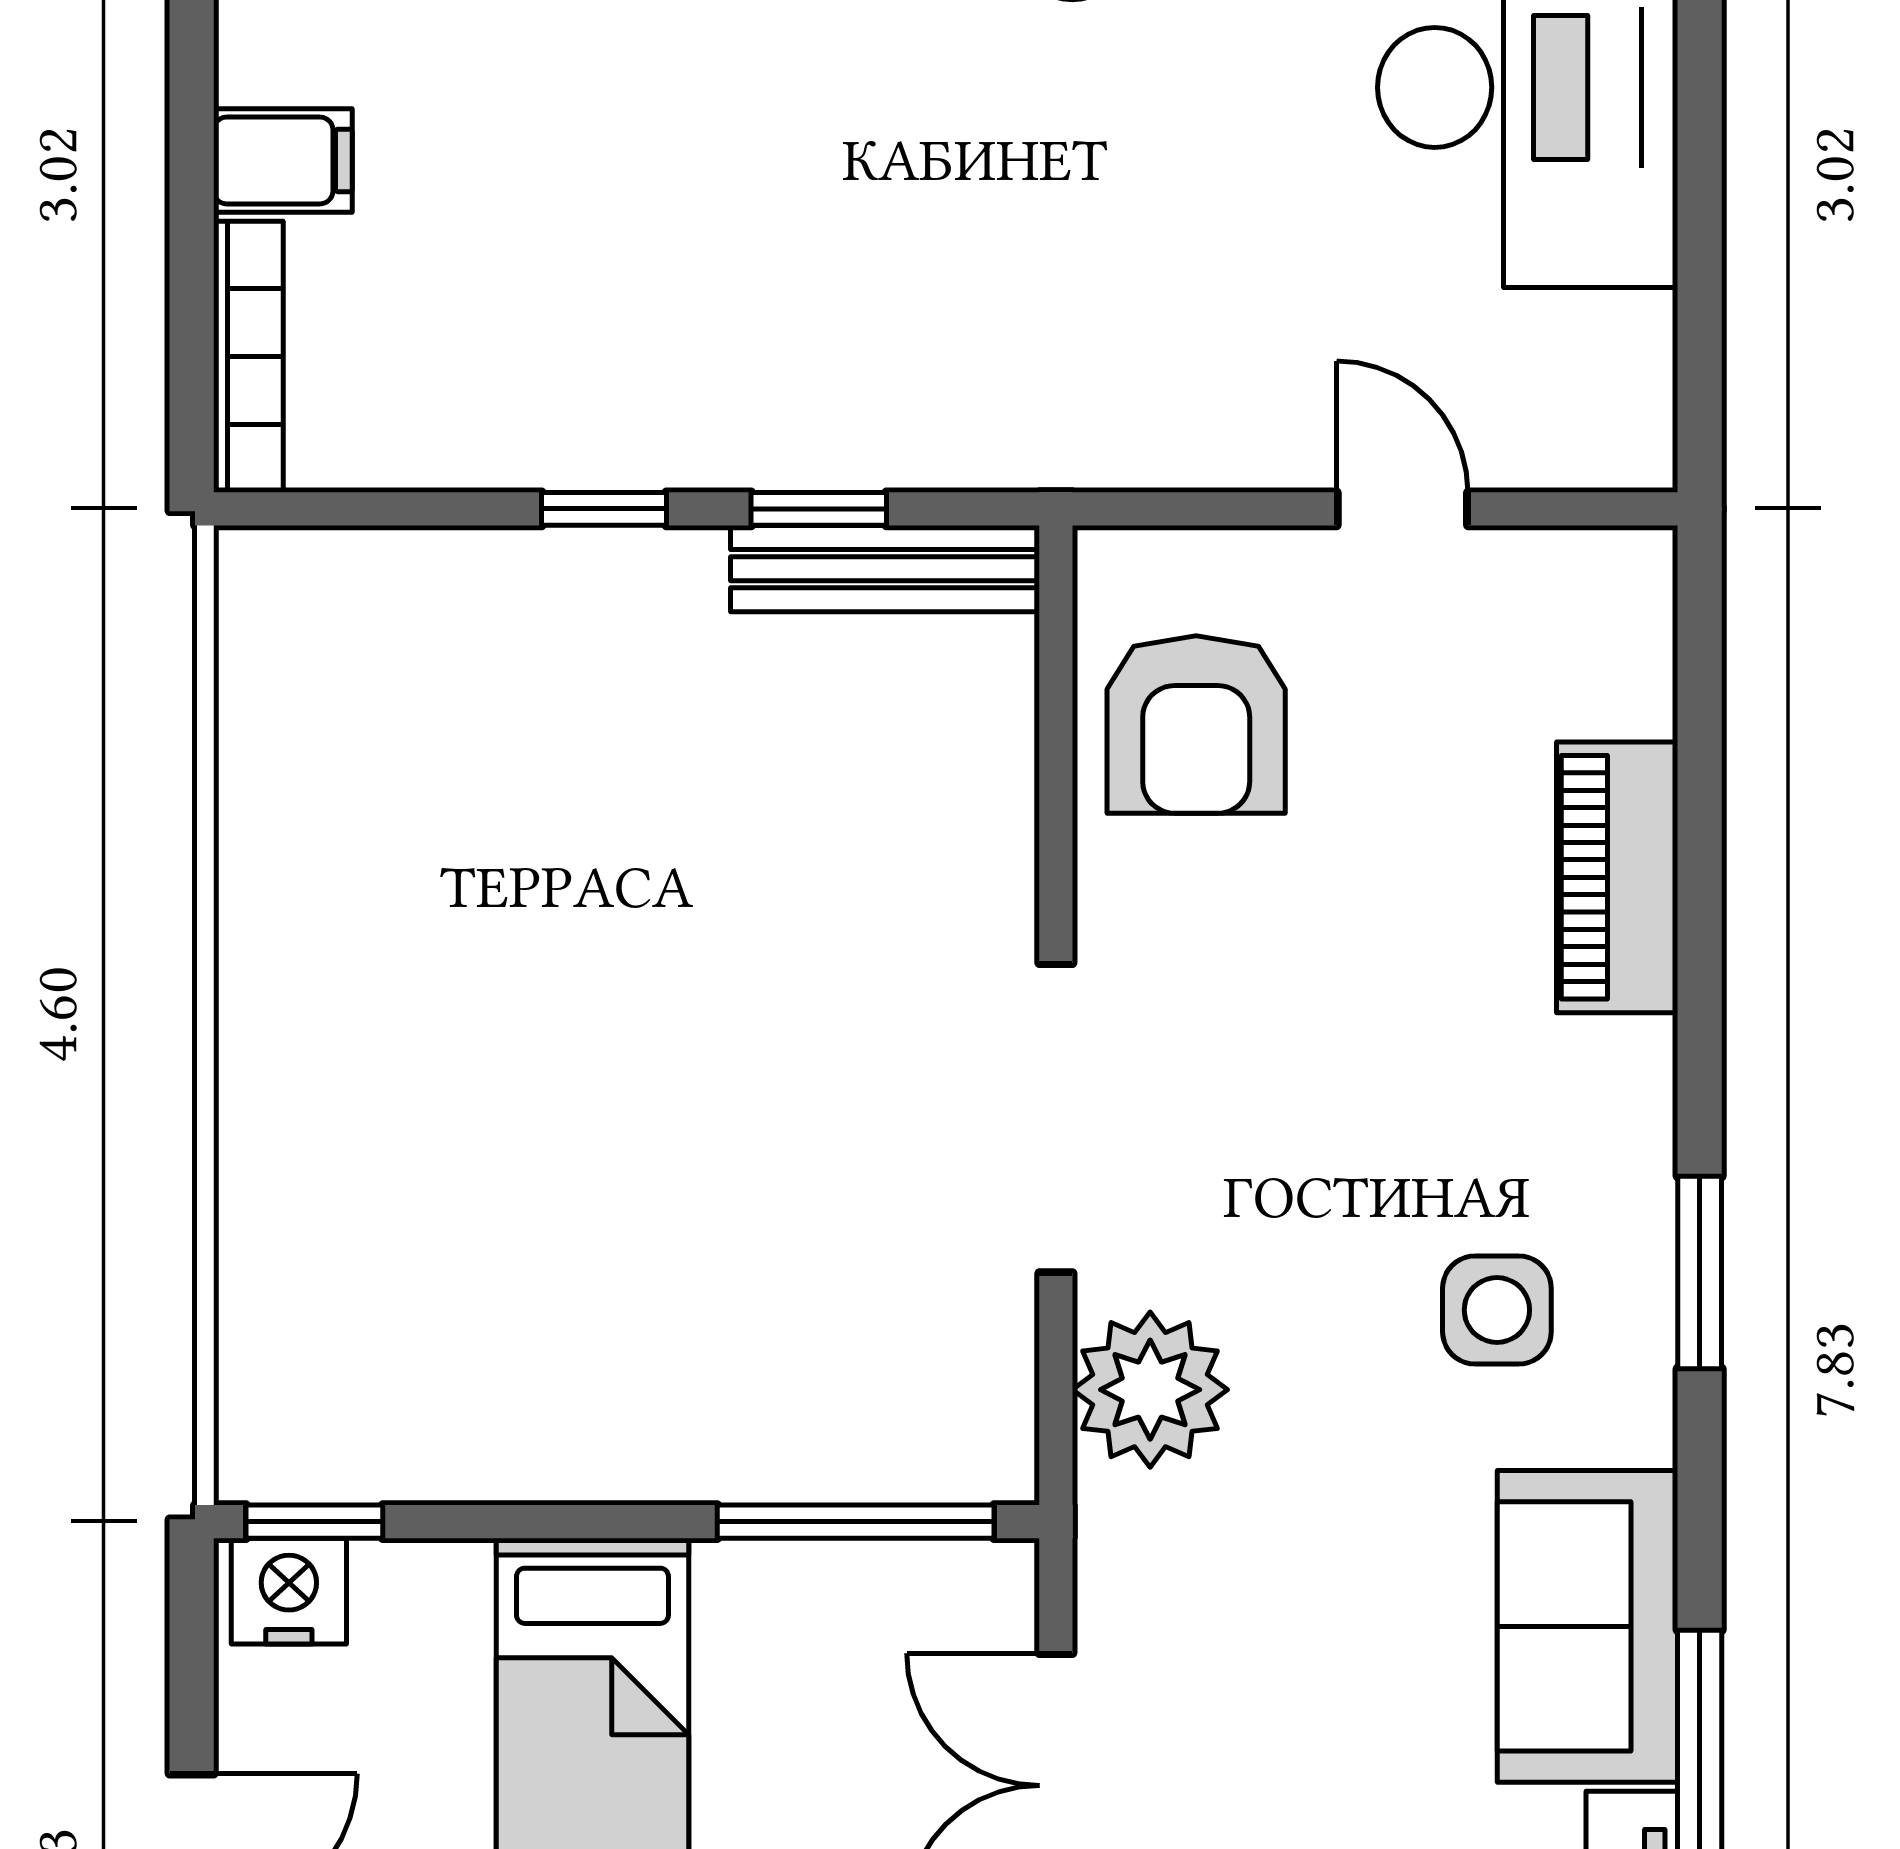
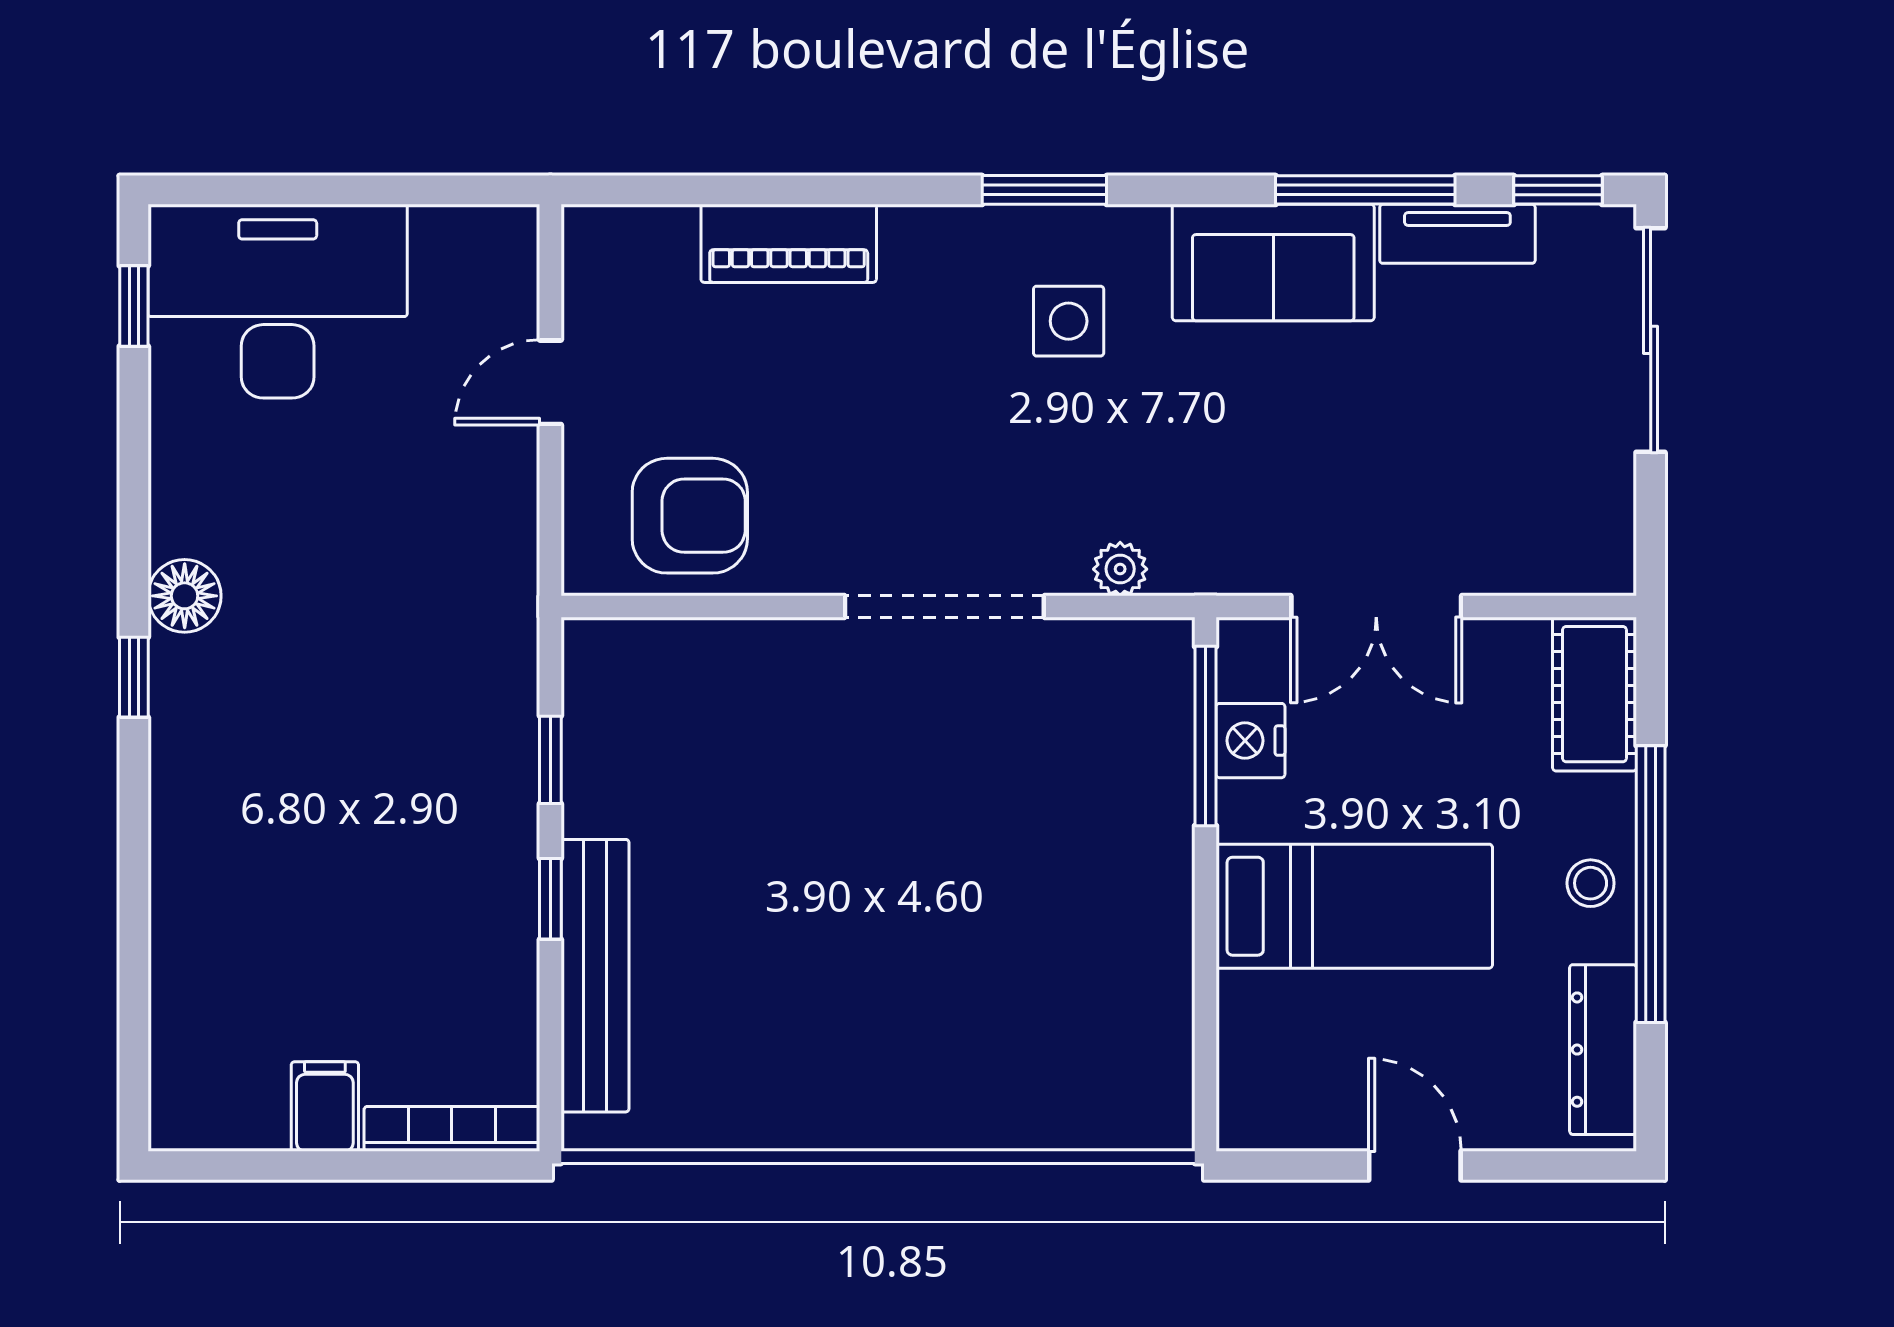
bench: (885, 569) -> (595, 976), moved, width x1.37, depth x1.21
plant: (1150, 1390) -> (1120, 569), width x0.53, depth x0.53
window: (314, 1522) -> (1205, 1086), removed
nightstand: (289, 1591) -> (1250, 741), moved

